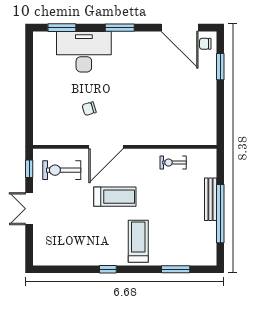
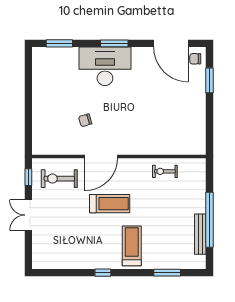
desk: (84, 52) -> (105, 66), moved
bench: (211, 199) -> (200, 234), moved

